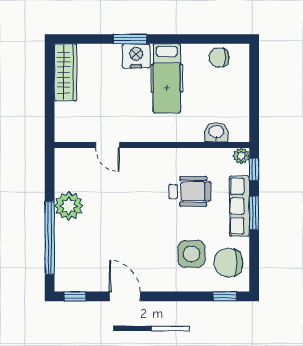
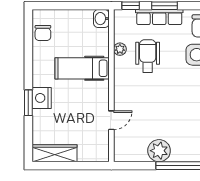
hospital bed: (167, 78) -> (82, 68), moved, turned 180
washbasin: (216, 132) -> (101, 19), moved
plant: (241, 156) -> (120, 49), moved

